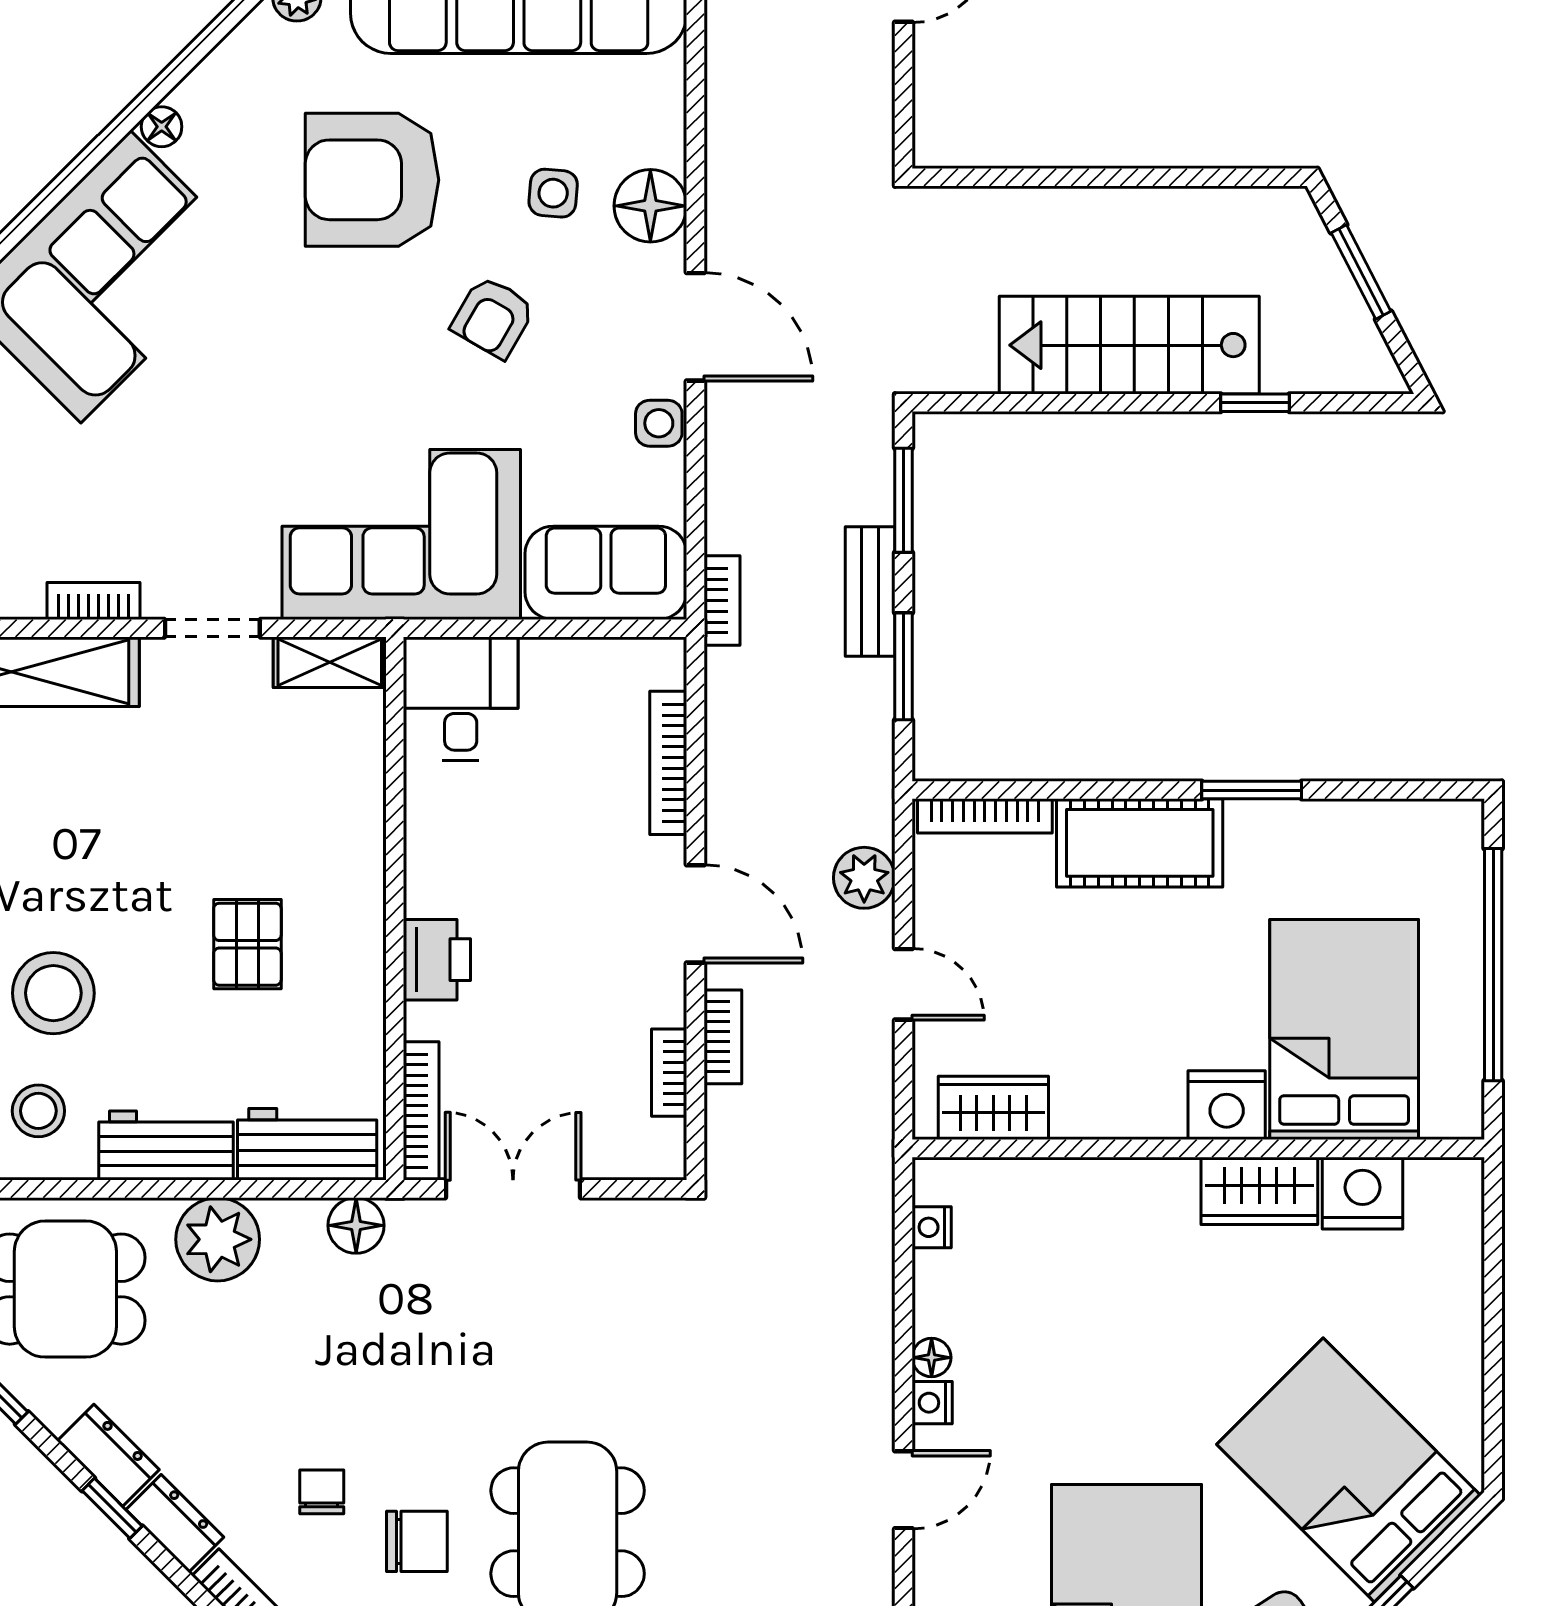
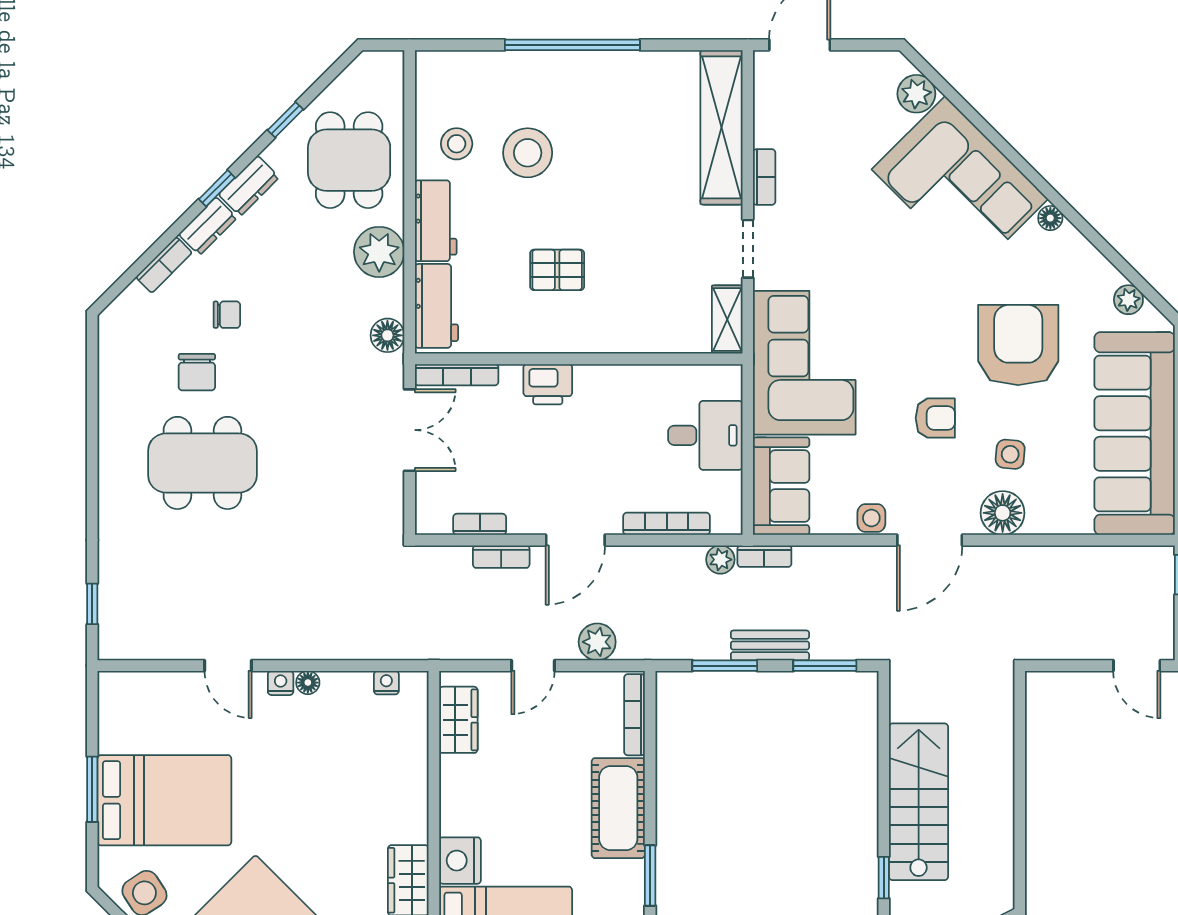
armchair: (493, 317) -> (935, 418), turned 150
plant: (728, 674) -> (720, 560), added
desk: (461, 699) -> (705, 435), moved

